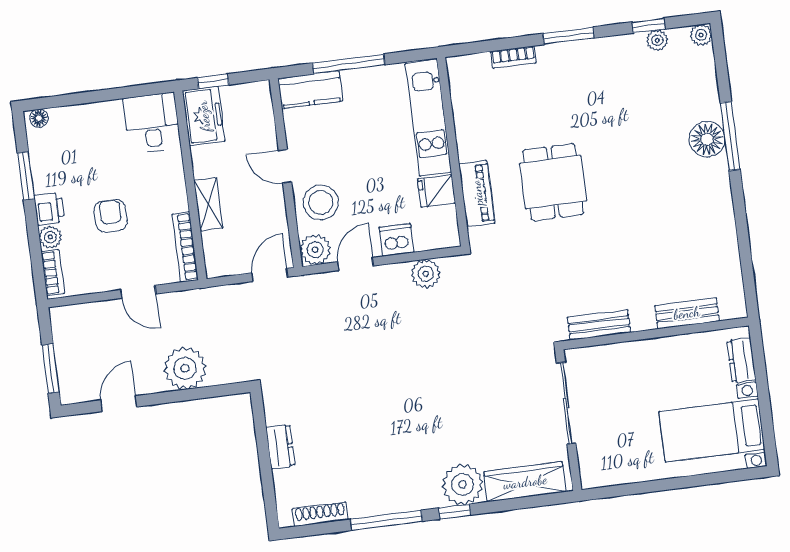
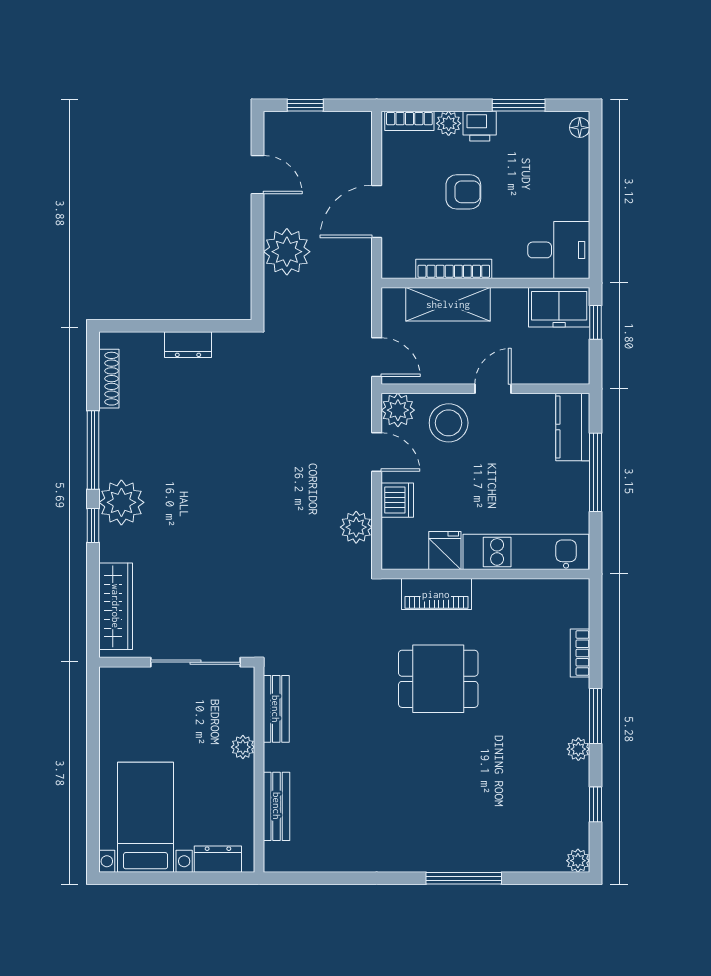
plant: (657, 40) -> (578, 749), moved
floor lamp: (707, 139) -> (463, 853), removed
shelving: (208, 204) -> (448, 304), width x1.50, depth x1.33
bookcase: (185, 247) -> (454, 269), moved
door: (138, 292) -> (377, 211), width x1.38
plant: (637, 351) -> (243, 747), added
window: (51, 369) -> (305, 105), width x0.67
plant: (463, 484) -> (121, 502), moved

